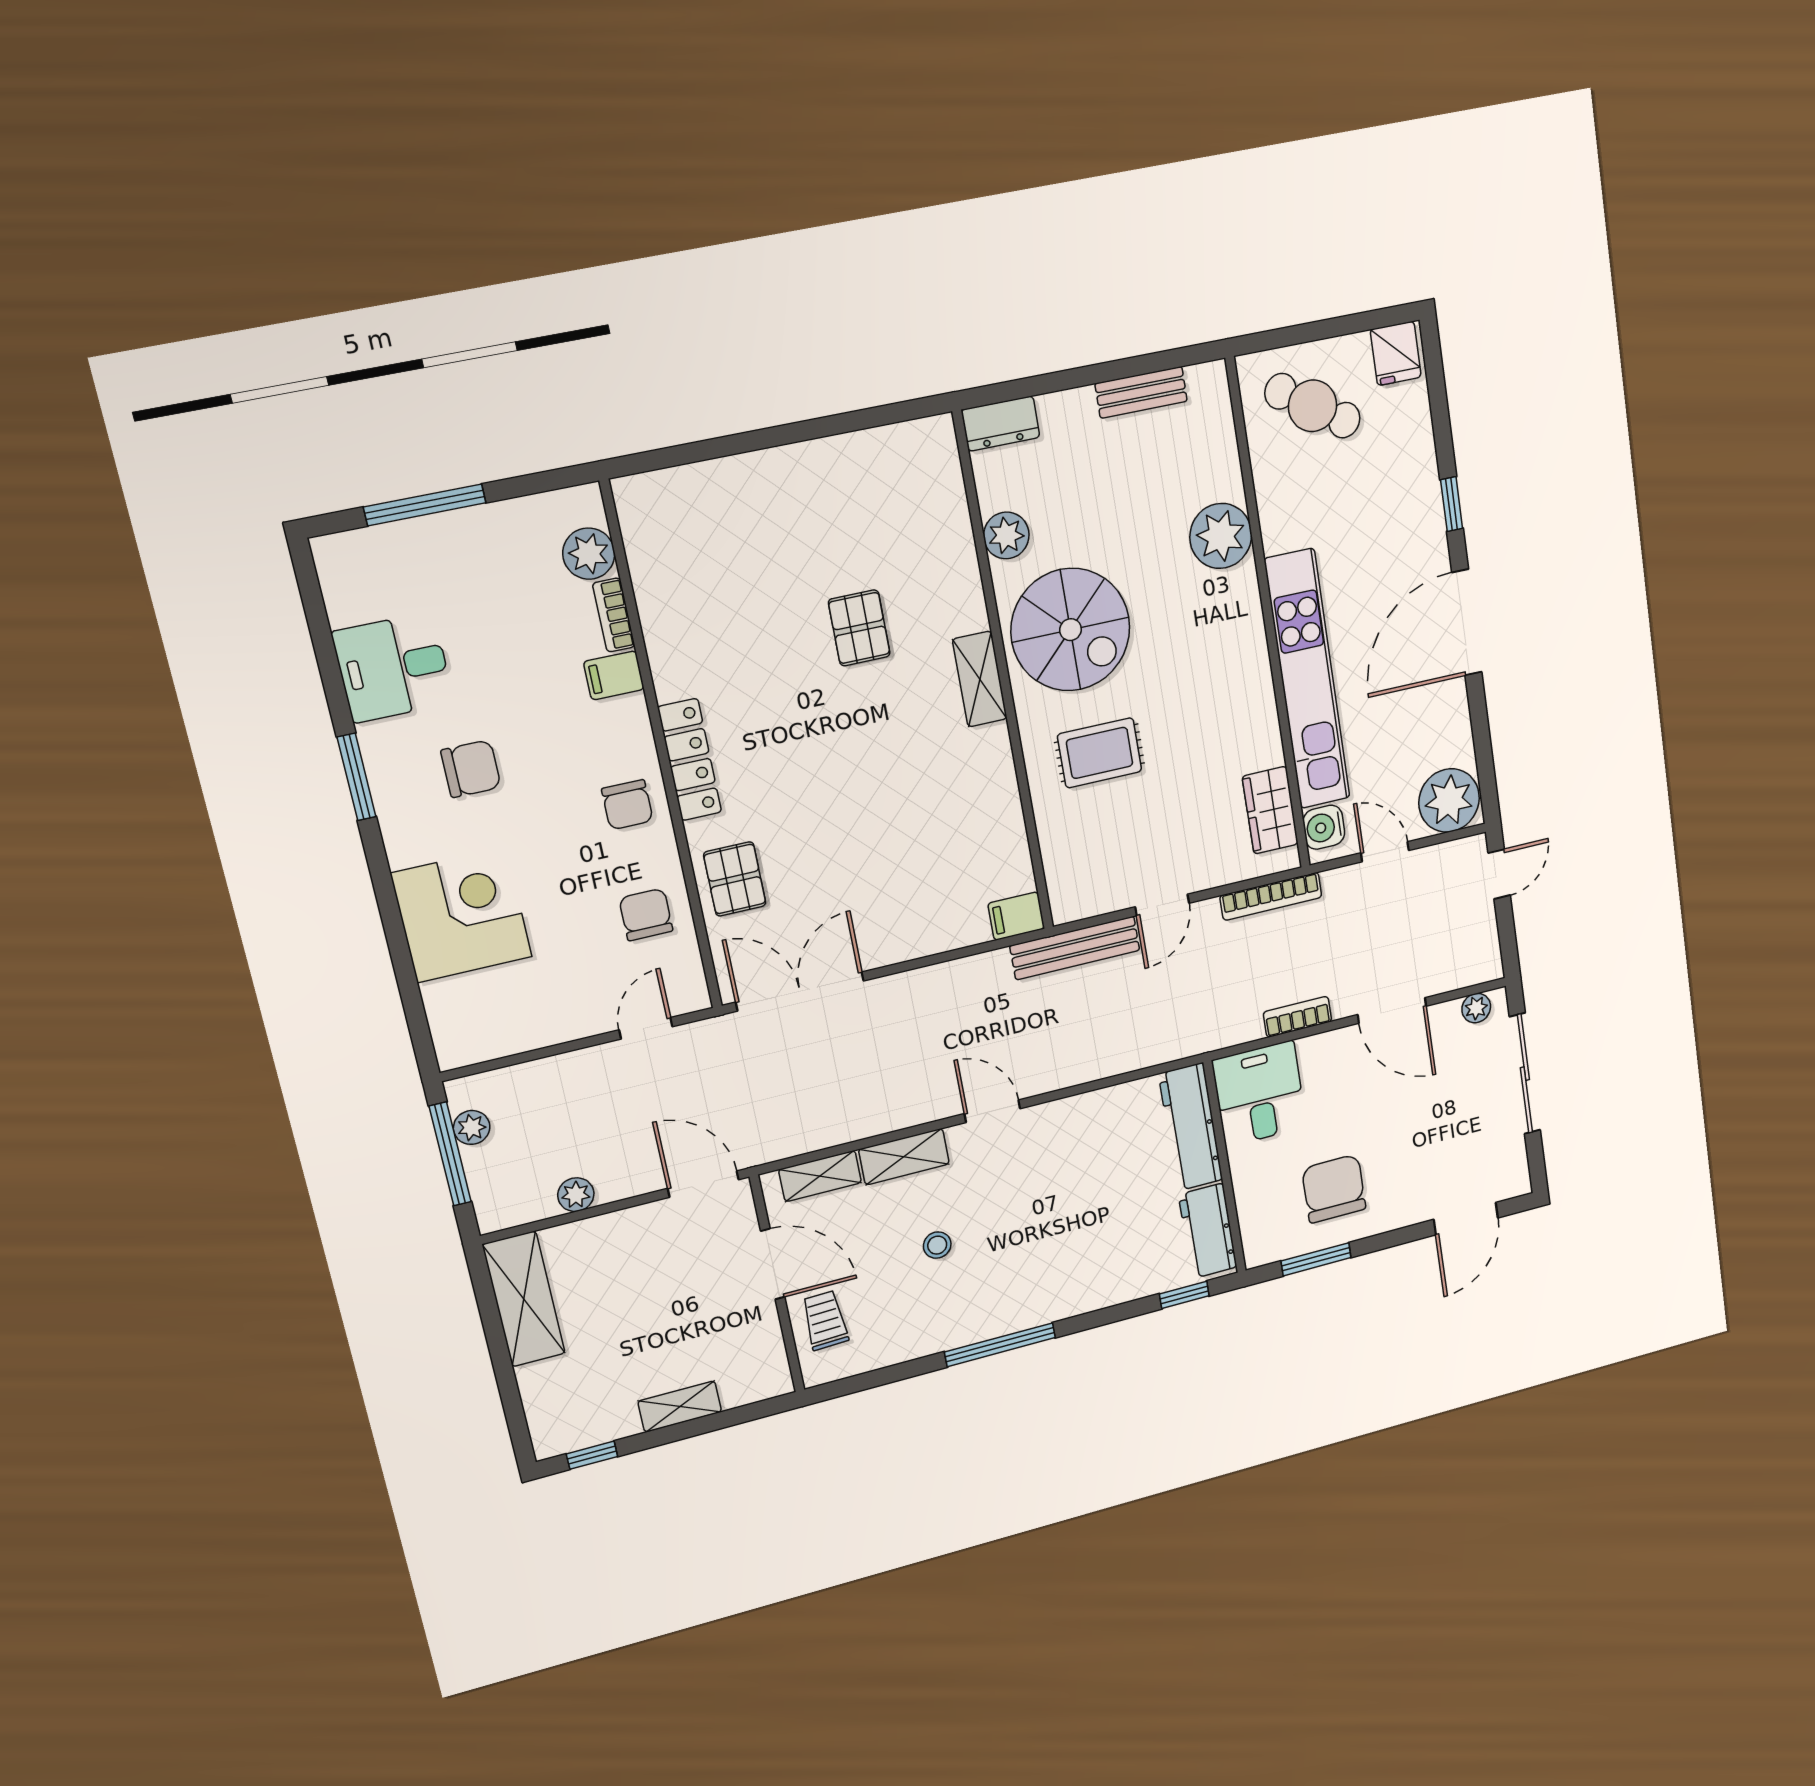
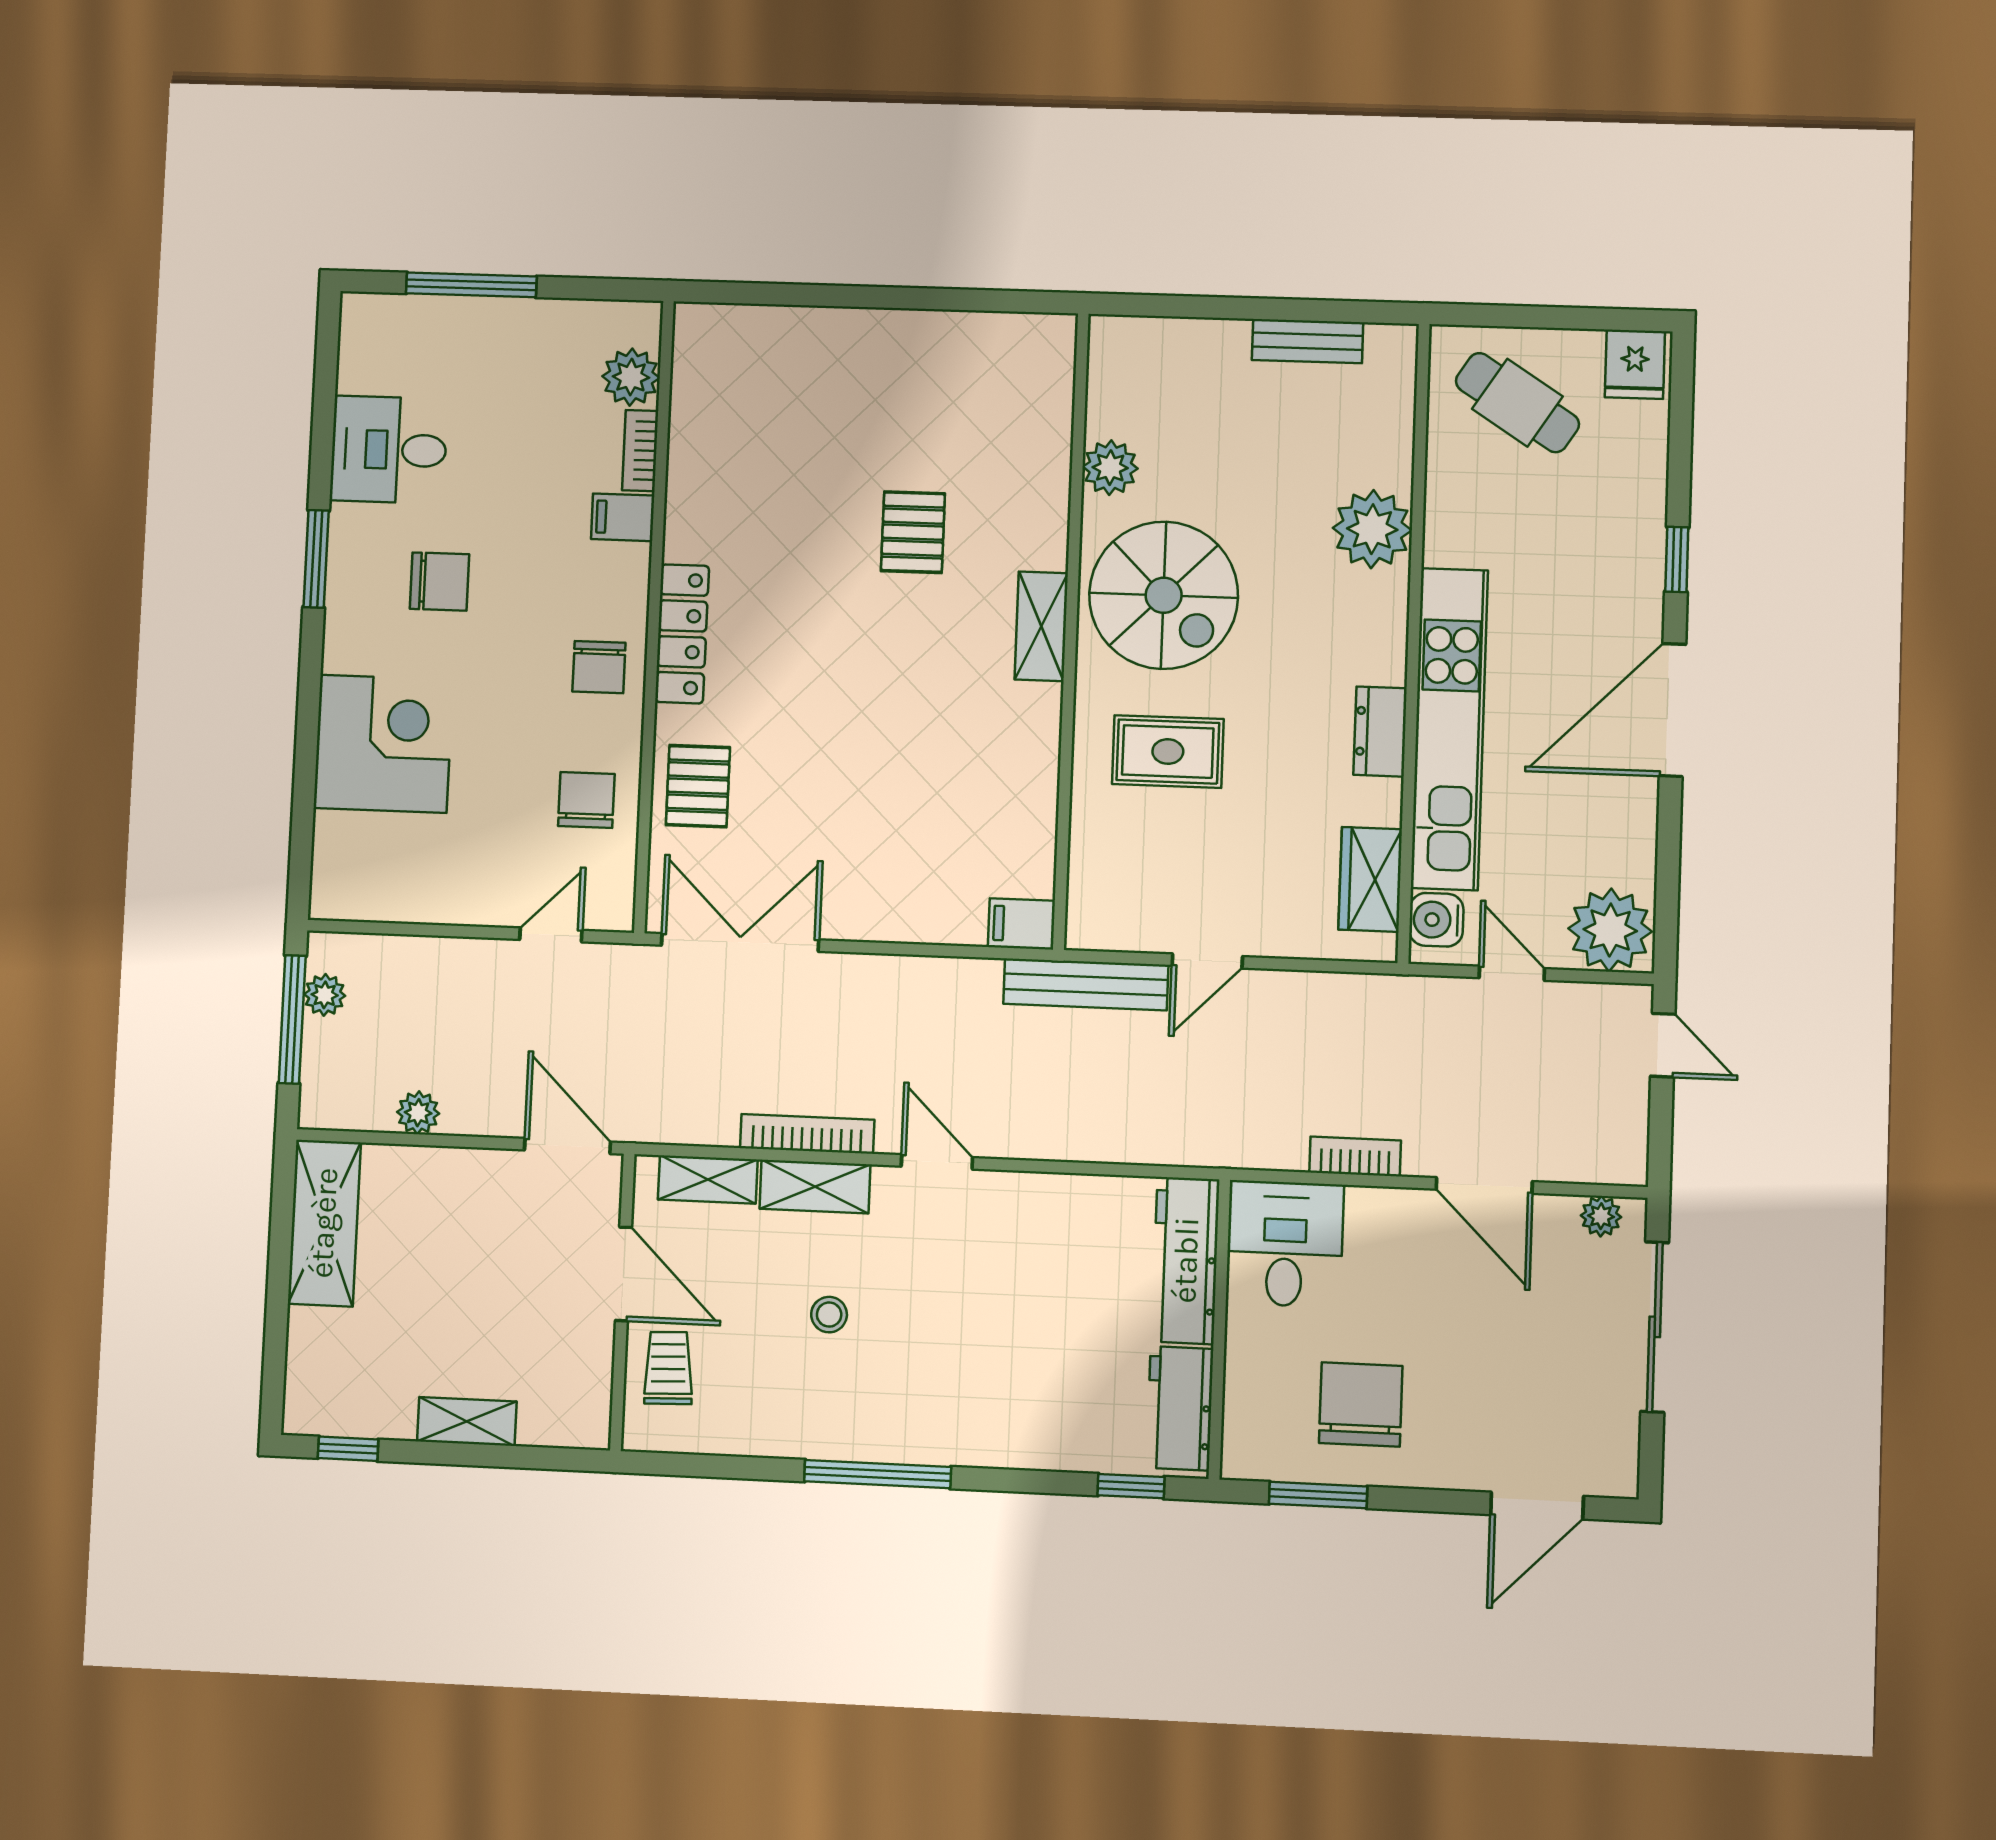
dresser: (1001, 424) -> (1380, 732), moved, turned 90
door: (1499, 874) -> (1663, 1045), hinge flipped
bookcase: (1271, 896) -> (807, 1134), moved, turned 180

